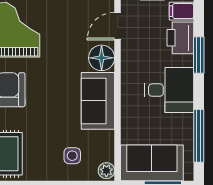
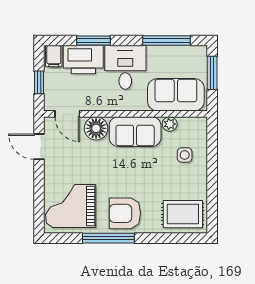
printer: (180, 38) -> (83, 59), width x1.37, depth x1.19
sofa: (152, 163) -> (176, 95), moved, turned 90
plant: (106, 171) -> (170, 124), moved

